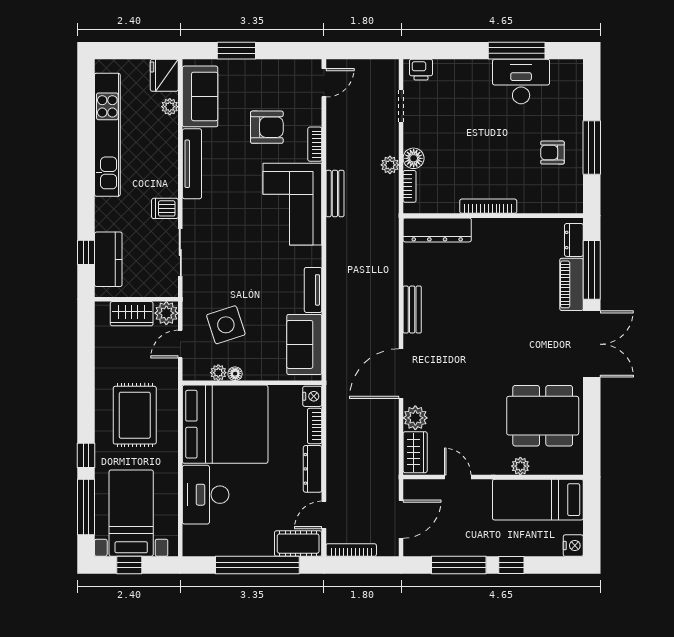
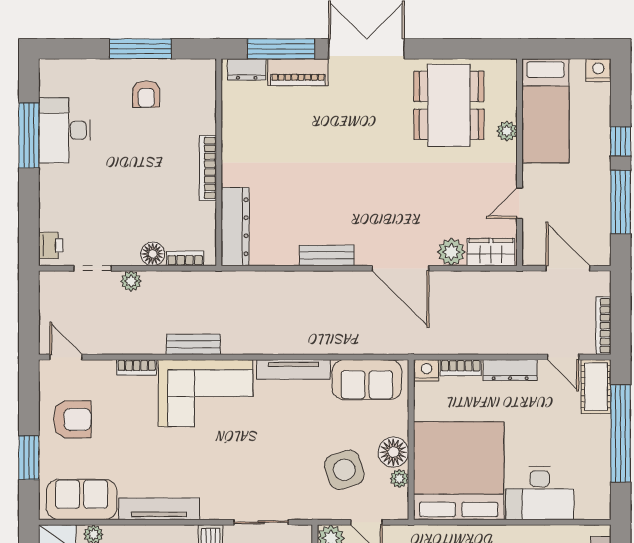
armchair: (267, 127) -> (72, 419), moved, turned 90
plant: (390, 165) -> (131, 281), moved
tv unit: (313, 290) -> (294, 369), width x1.41
floor lamp: (235, 374) -> (393, 452), width x1.89, depth x1.89

